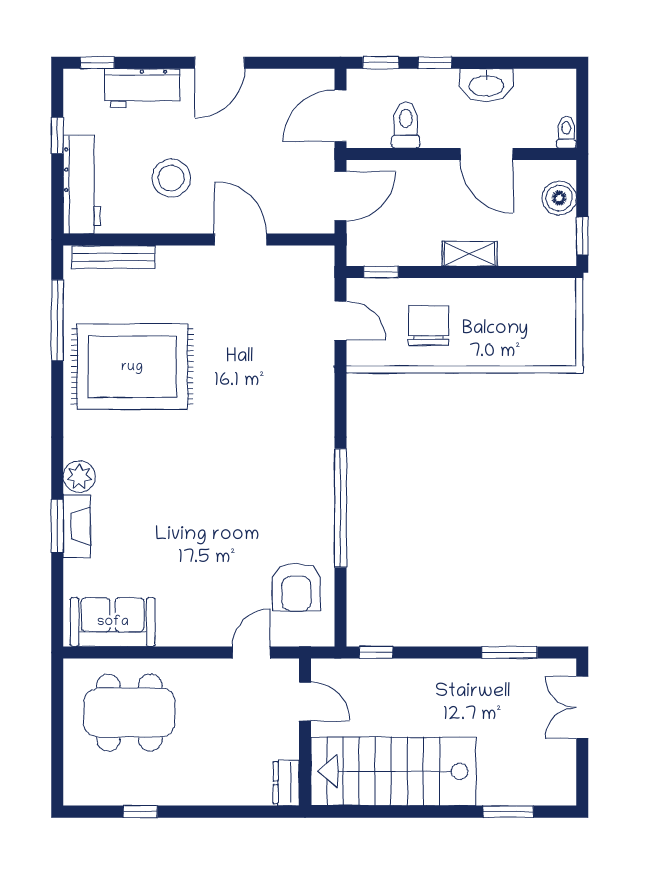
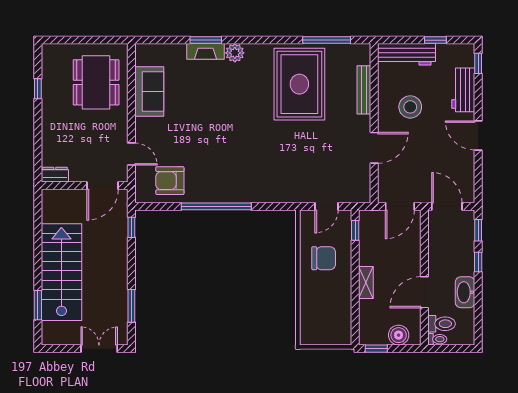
toilet: (406, 125) -> (442, 324), moved
door: (340, 196) -> (400, 206), hinge flipped
bench: (113, 257) -> (364, 90), moved
sofa: (113, 622) -> (149, 91), moved
door: (305, 701) -> (103, 186), width x1.38
stairs: (393, 771) -> (61, 272), moved

